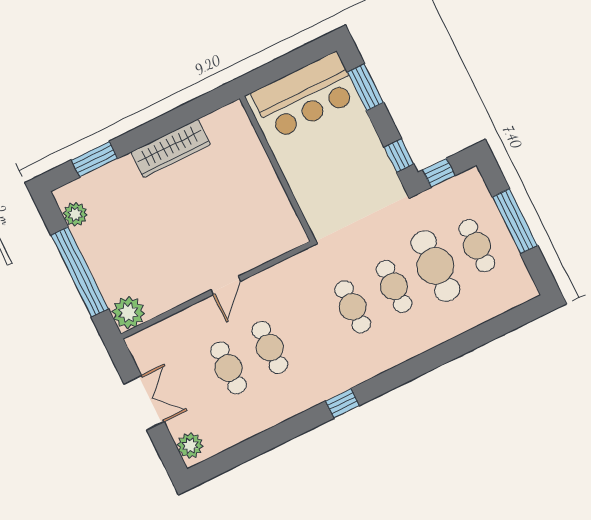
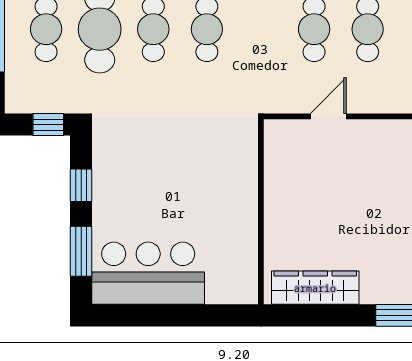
window: (399, 156) -> (81, 185), moved
wall: (277, 169) -> (261, 212), moved

